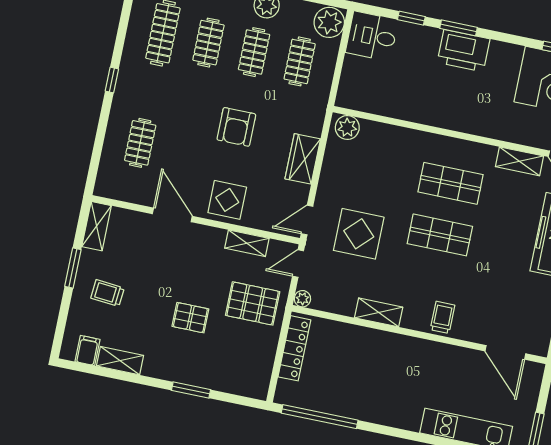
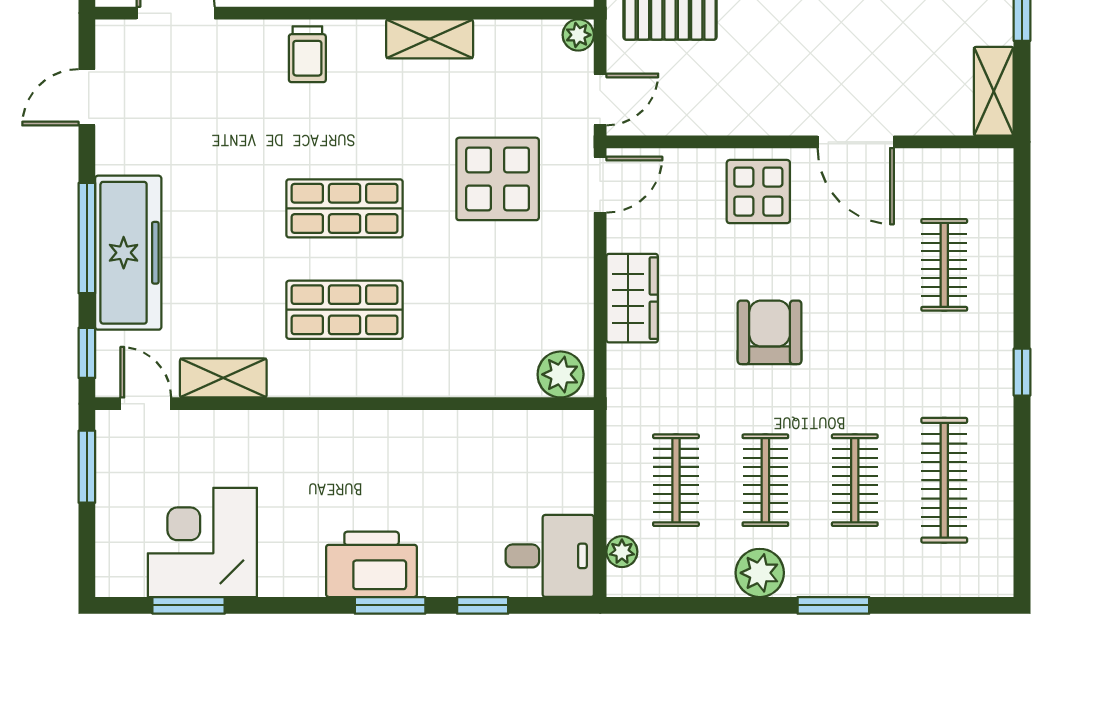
plant: (329, 22) -> (622, 552), width x0.53, depth x0.53
shelving: (247, 243) -> (704, 118), removed

